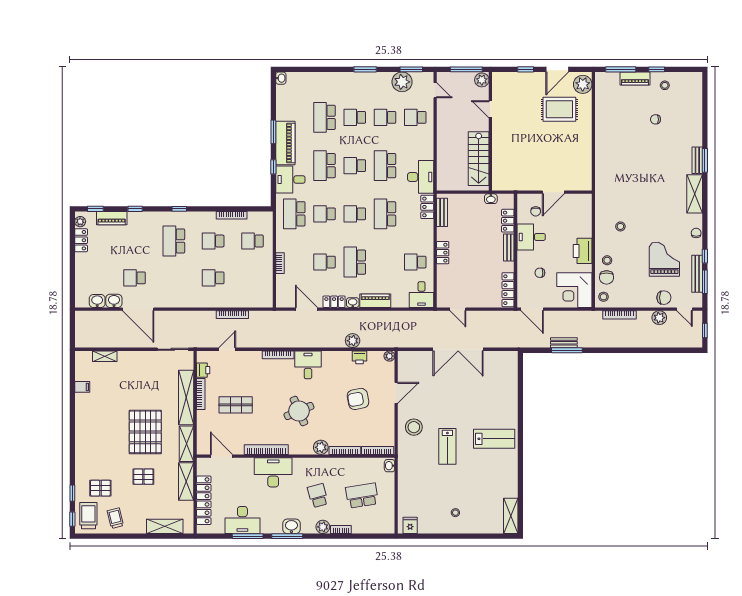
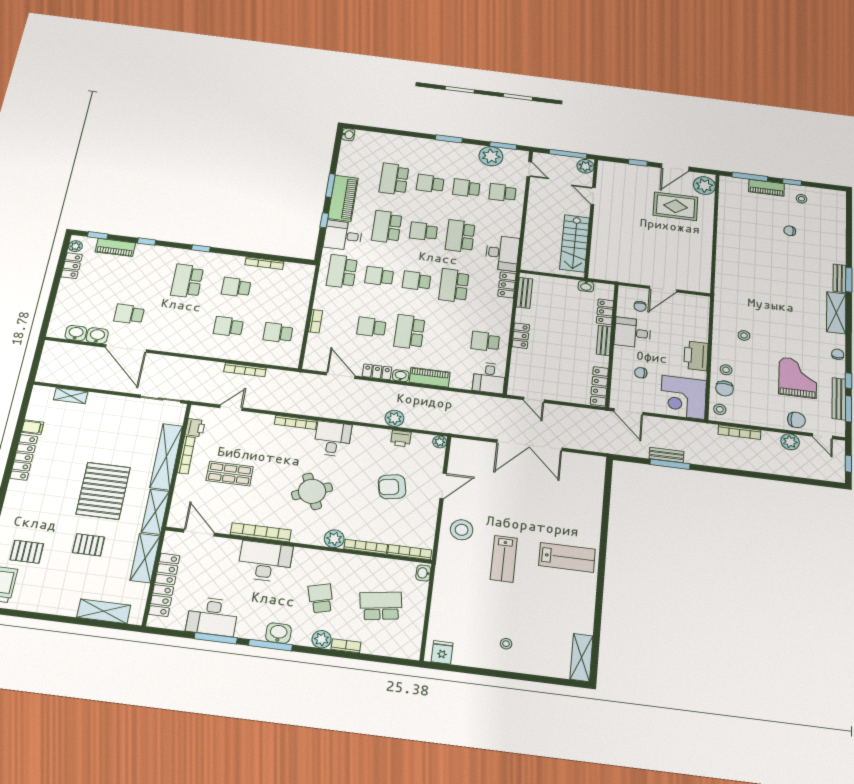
school desk: (252, 241) -> (278, 333), moved
locker: (81, 413) -> (24, 457), added
trolley: (115, 518) -> (38, 592), removed

